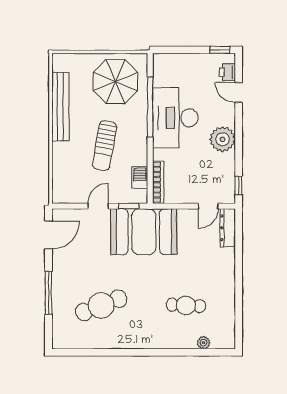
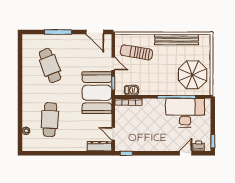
desk: (175, 118) -> (185, 113), moved
plant: (223, 139) -> (156, 143), removed
sun lounger: (105, 146) -> (136, 52), moved
cafe table: (186, 305) -> (50, 120), width x1.37, depth x1.35

